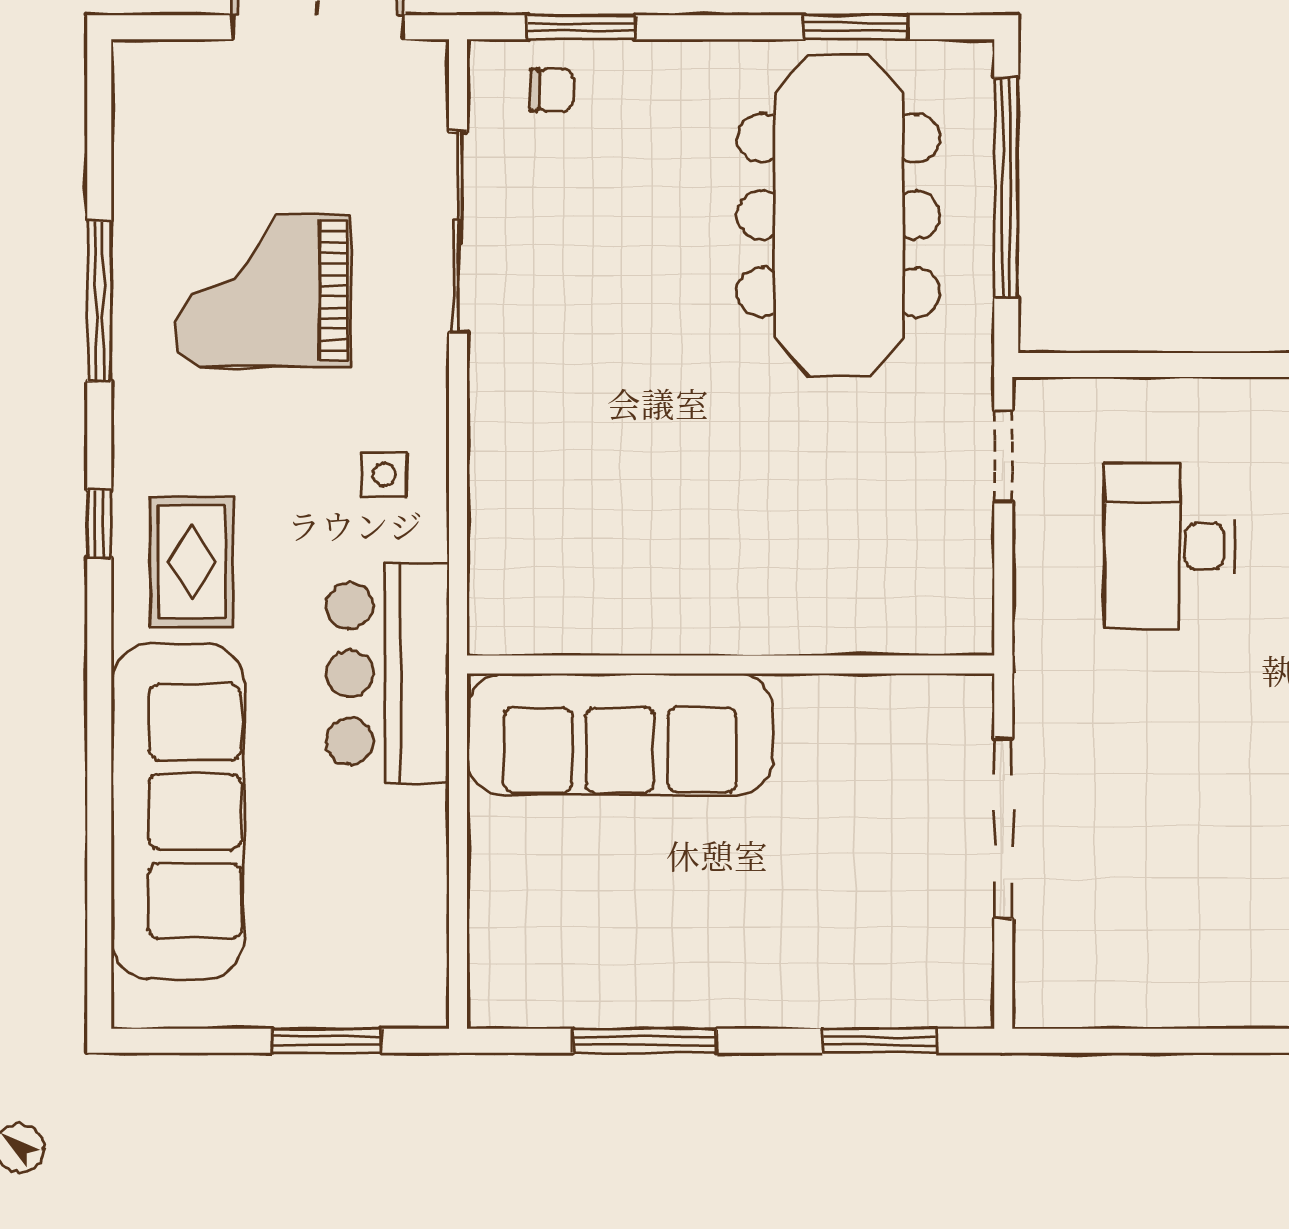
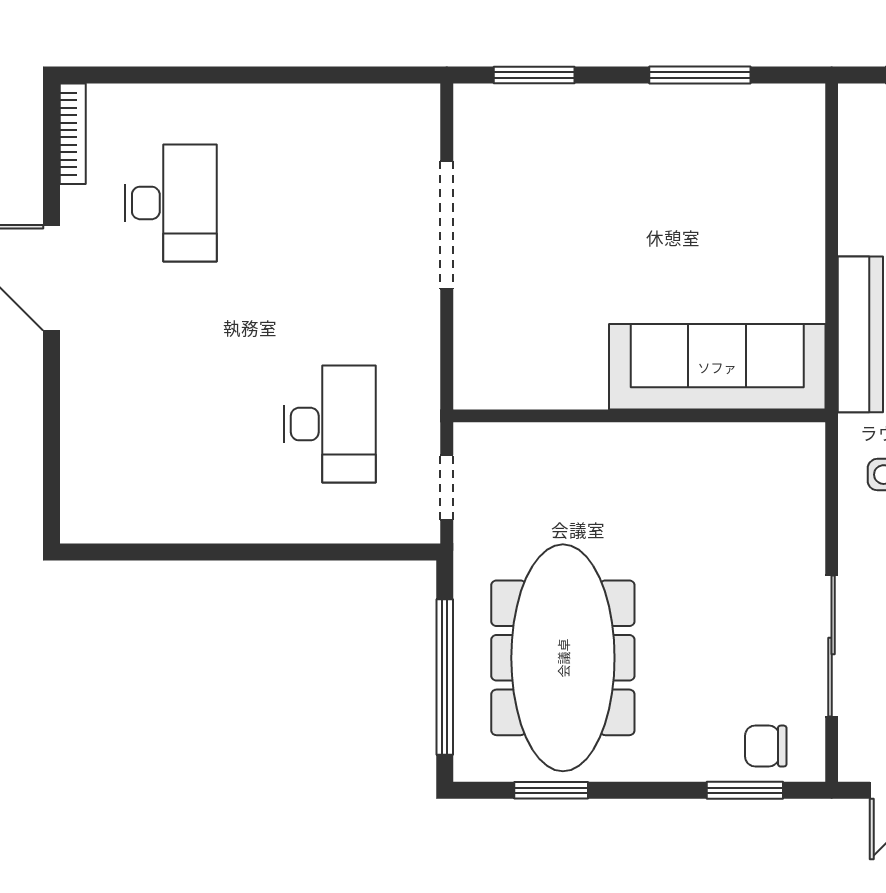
chair: (551, 90) -> (766, 746), width x1.37, depth x1.37
wall: (731, 664) -> (639, 416), moved
sofa: (620, 734) -> (717, 367), moved

